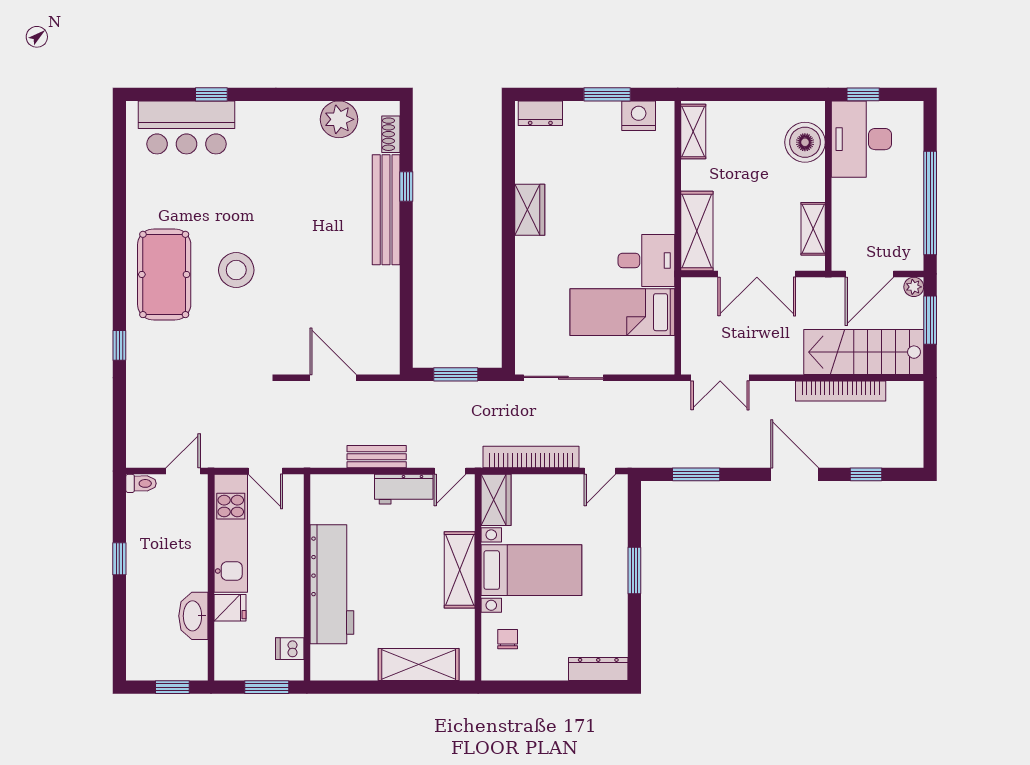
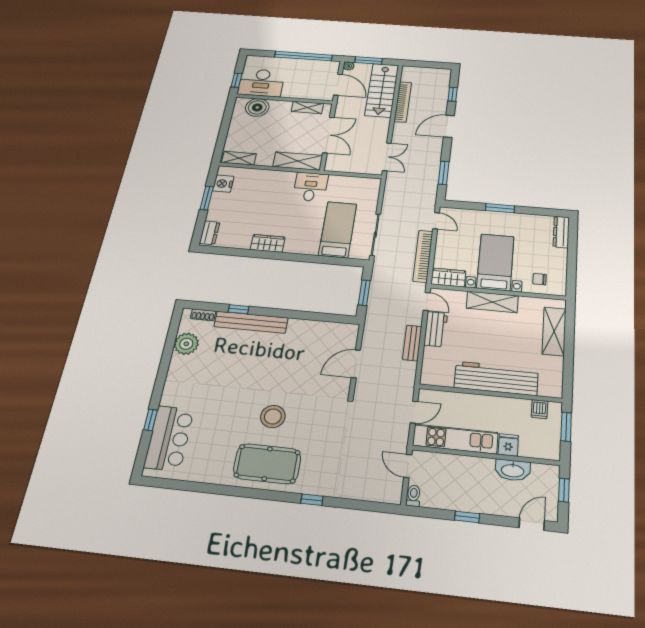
bed: (622, 312) -> (338, 230), moved, turned 180
door: (119, 646) -> (532, 524), added

